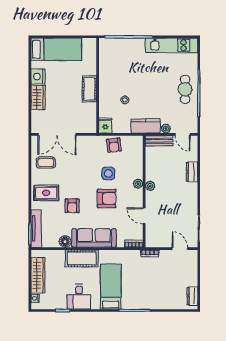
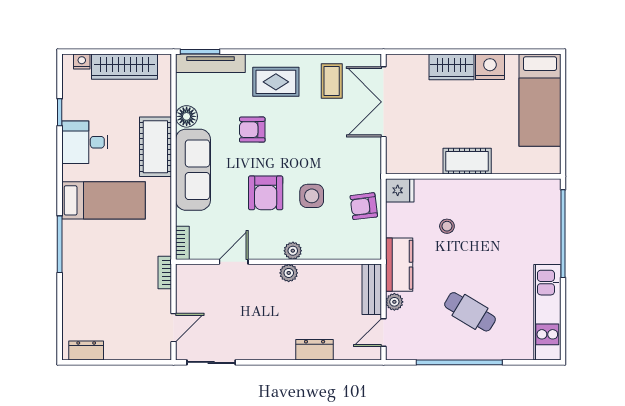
cafe table: (185, 89) -> (470, 312), moved, turned 31
rug: (46, 193) -> (276, 82), turned 90

